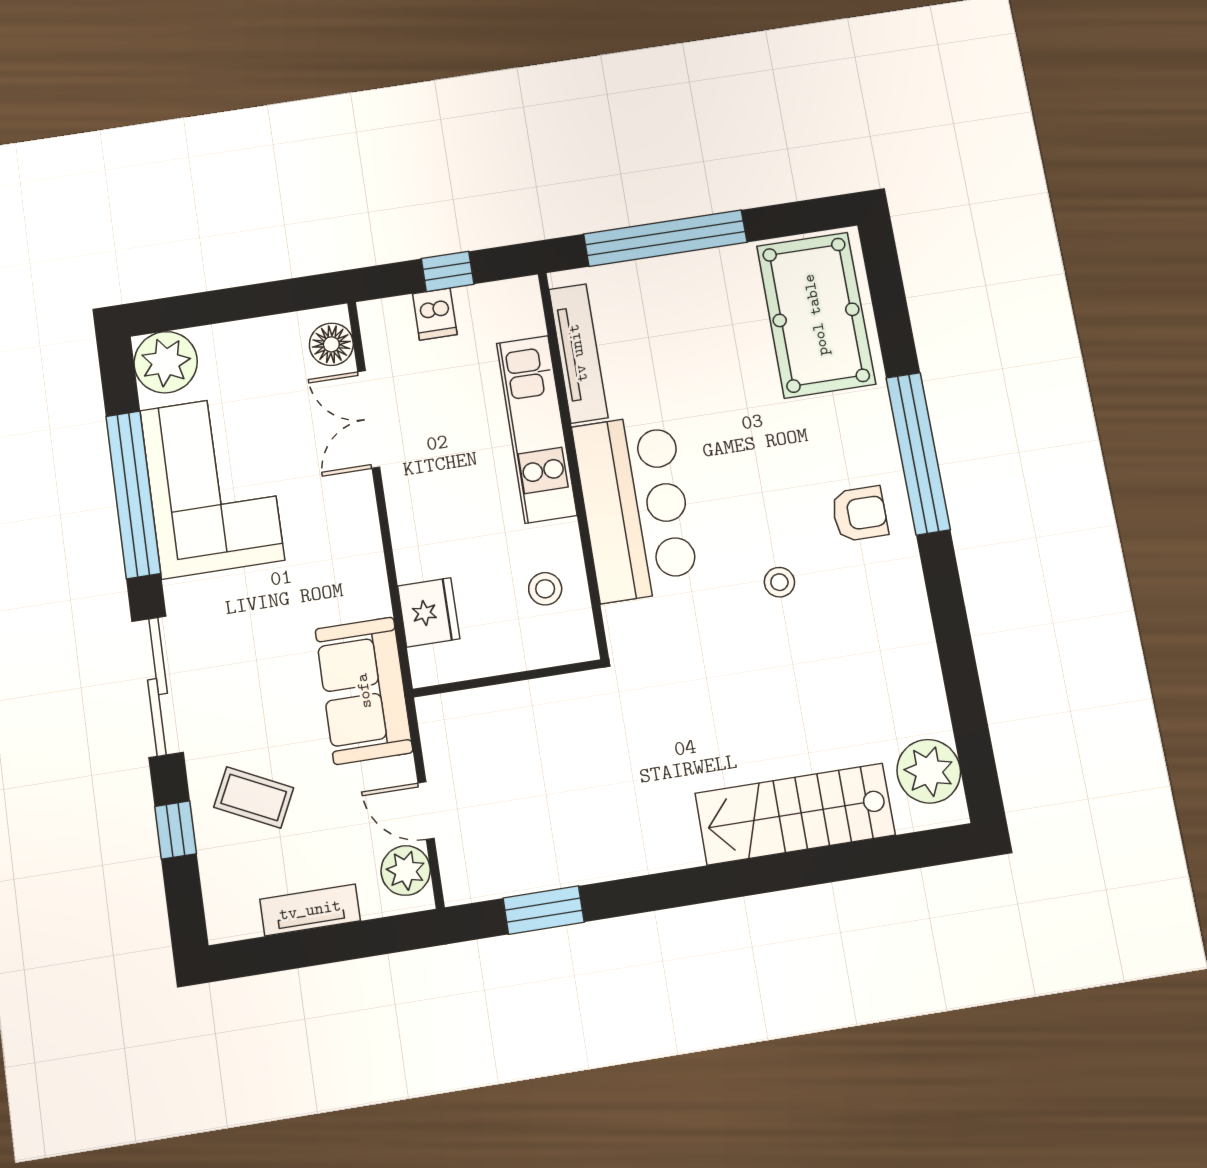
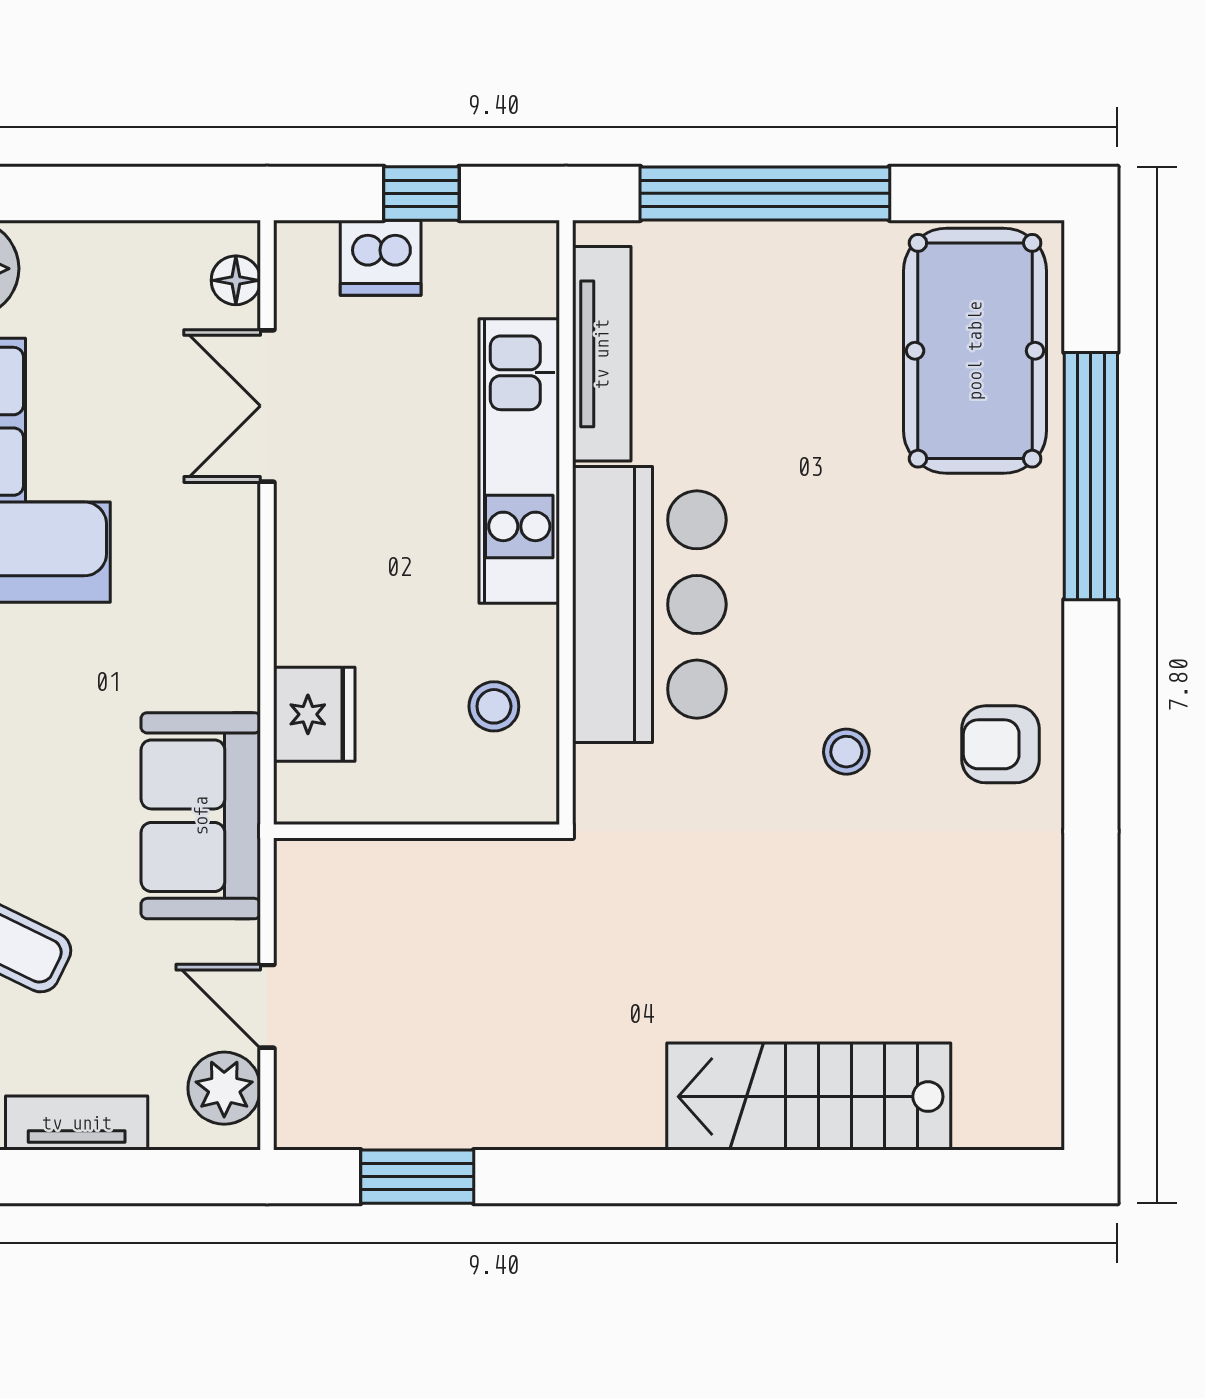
dishwasher: (435, 314) -> (381, 258), width x1.38
floor lamp: (331, 344) -> (236, 280), width x0.73, depth x0.73
window: (918, 453) -> (1091, 476), moved
armchair: (860, 514) -> (1000, 744), moved, turned 180
plant: (929, 771) -> (1017, 1066), removed

